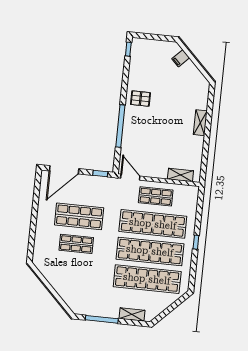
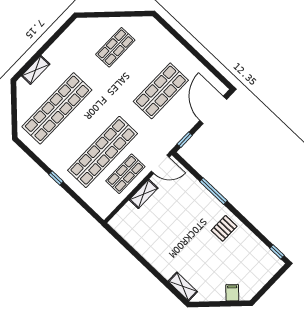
shelving: (200, 123) -> (183, 286), moved
window: (120, 126) -> (213, 191), width x0.68
shelving: (180, 175) -> (144, 194), moved
shop shelf: (76, 244) -> (115, 47), moved
shop shelf: (150, 251) -> (80, 130), removed
window: (102, 319) -> (52, 39), removed

